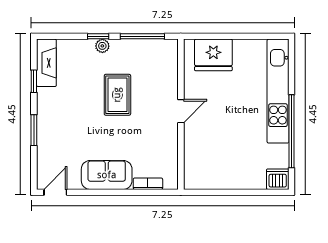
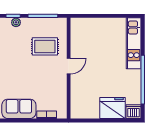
fridge: (213, 55) -> (112, 108), moved, turned 180
kitchen unit: (278, 91) -> (134, 43), width x0.73
rug: (117, 95) -> (45, 46), moved, turned 90

